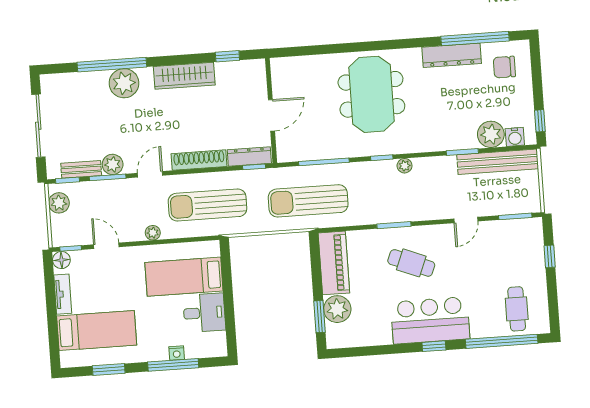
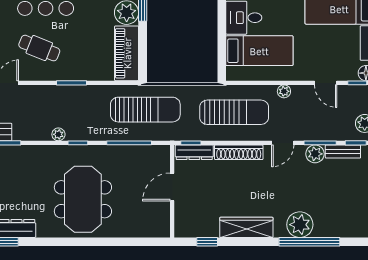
cafe table: (411, 263) -> (39, 48), moved

